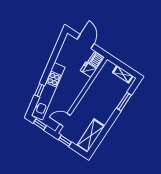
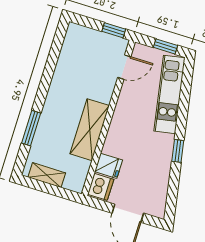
window: (39, 90) -> (178, 151), moved
kitchen unit: (48, 91) -> (169, 94), width x0.73
shelving: (91, 136) -> (90, 130), moved

